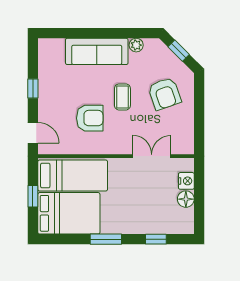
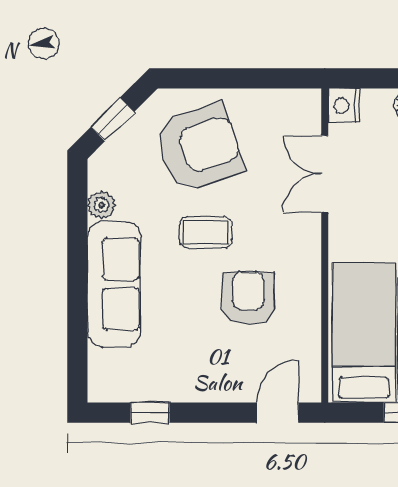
window: (33, 88) -> (150, 413), moved
armchair: (165, 94) -> (199, 148), width x1.36, depth x1.36
nightstand: (186, 181) -> (344, 105), moved, turned -90

